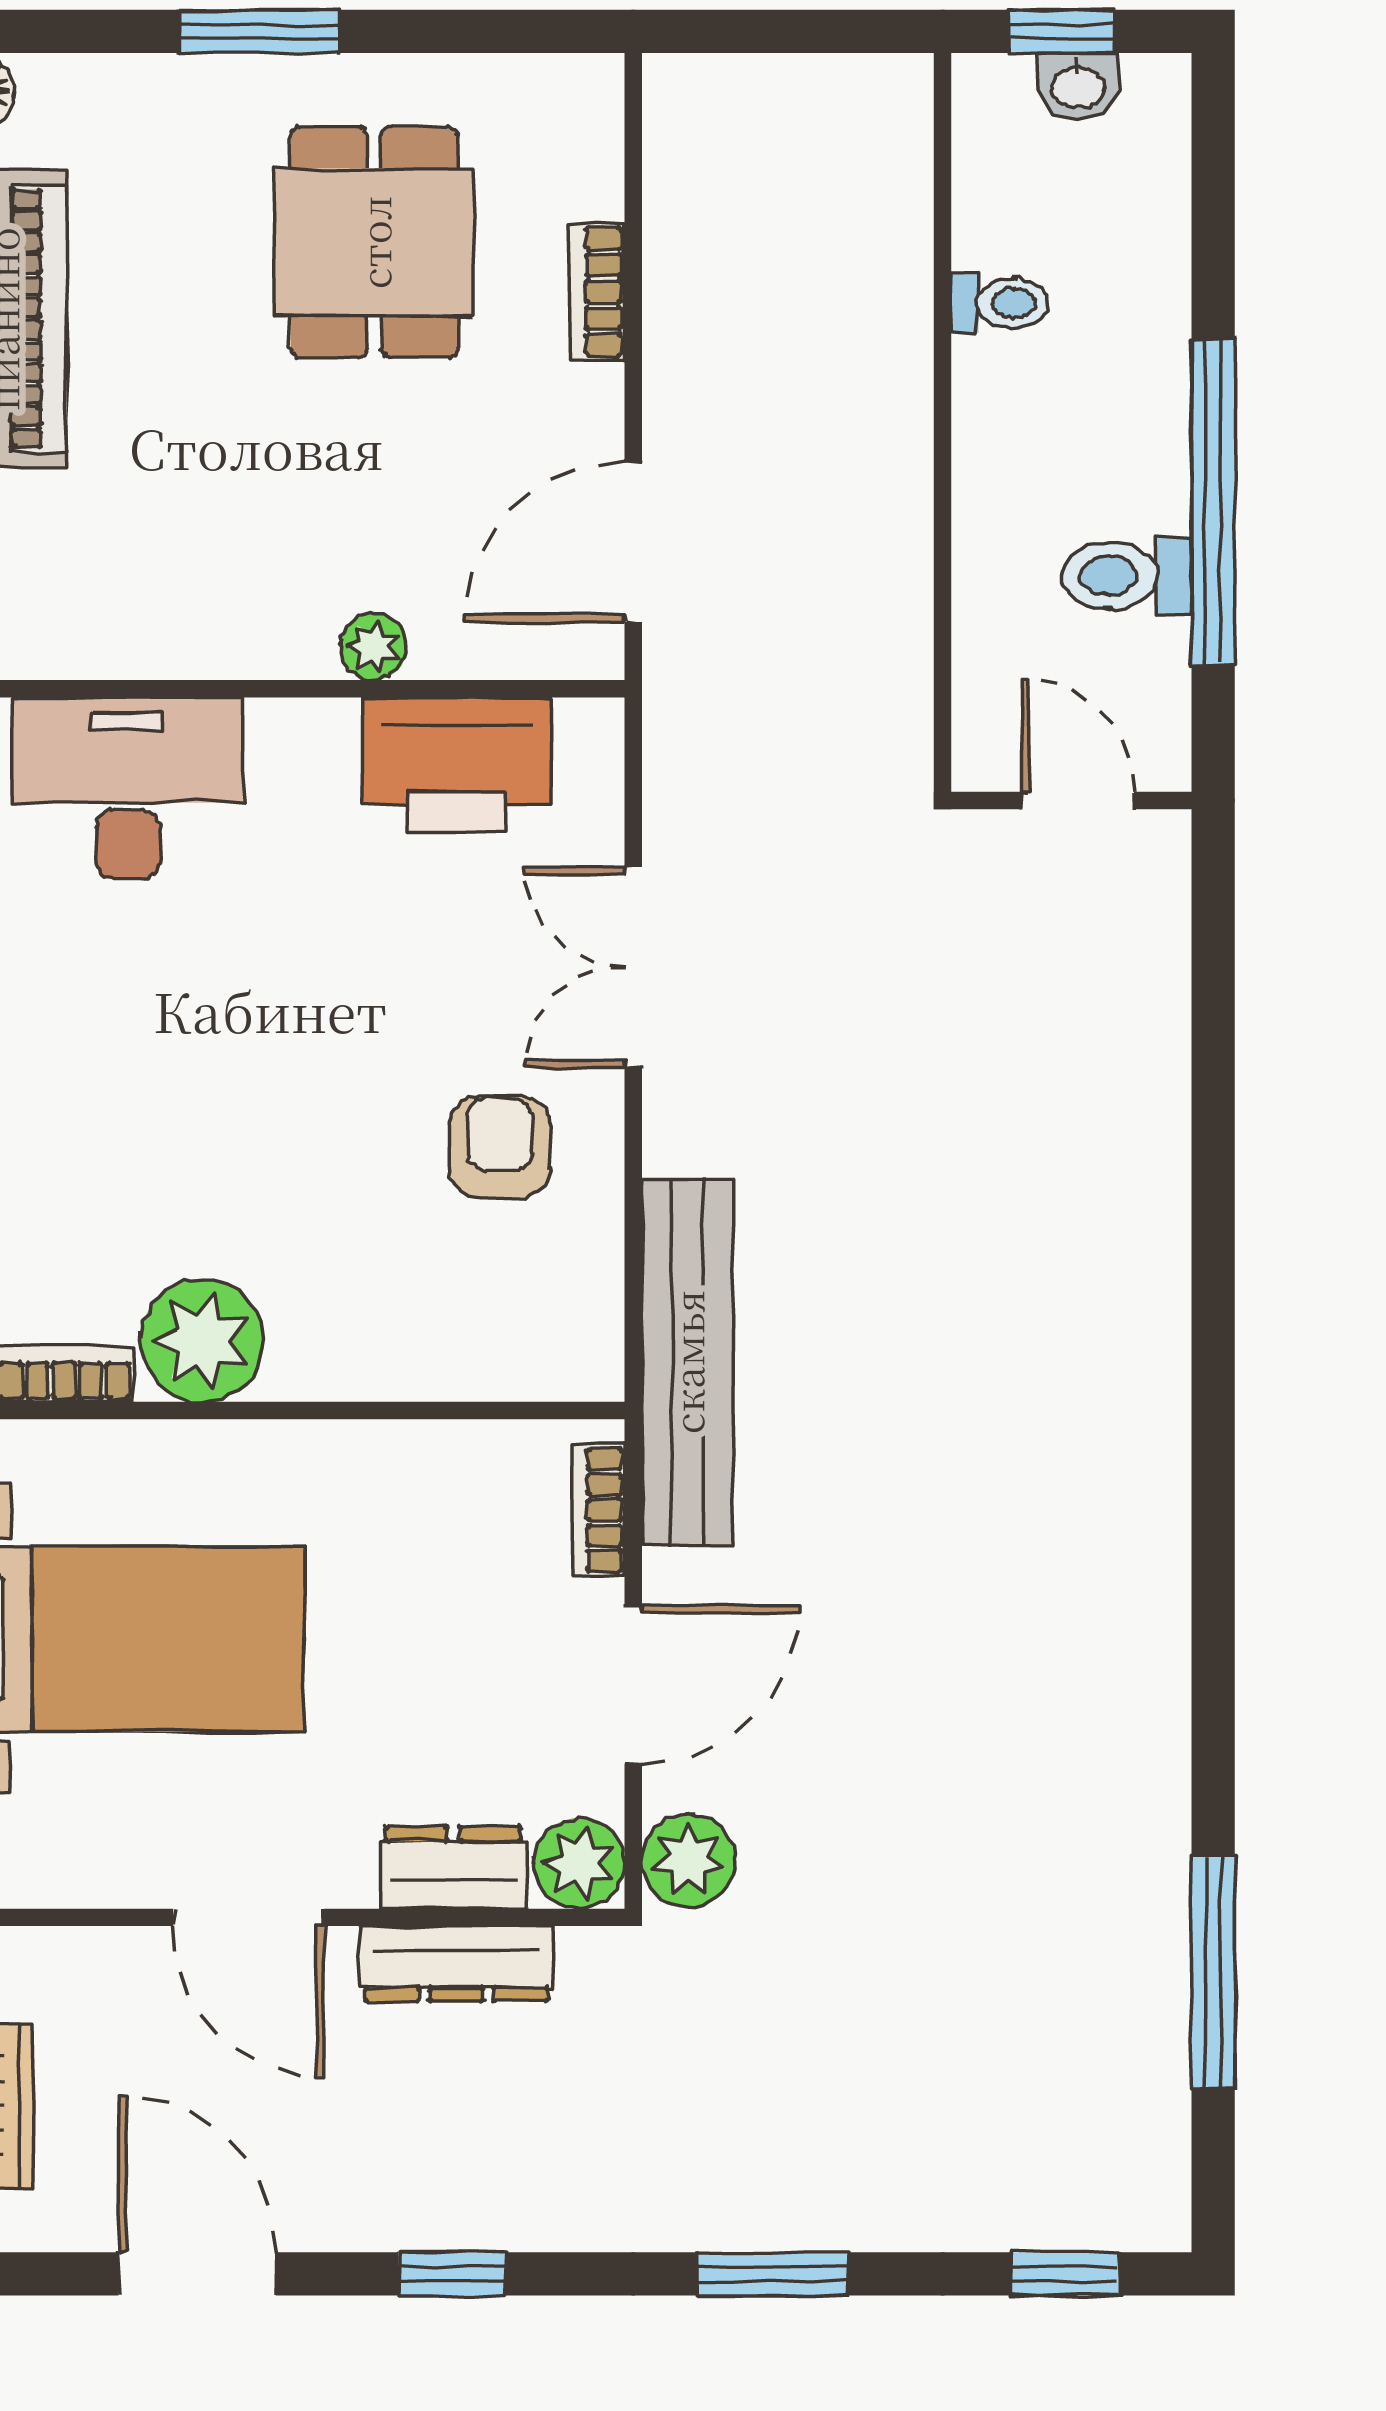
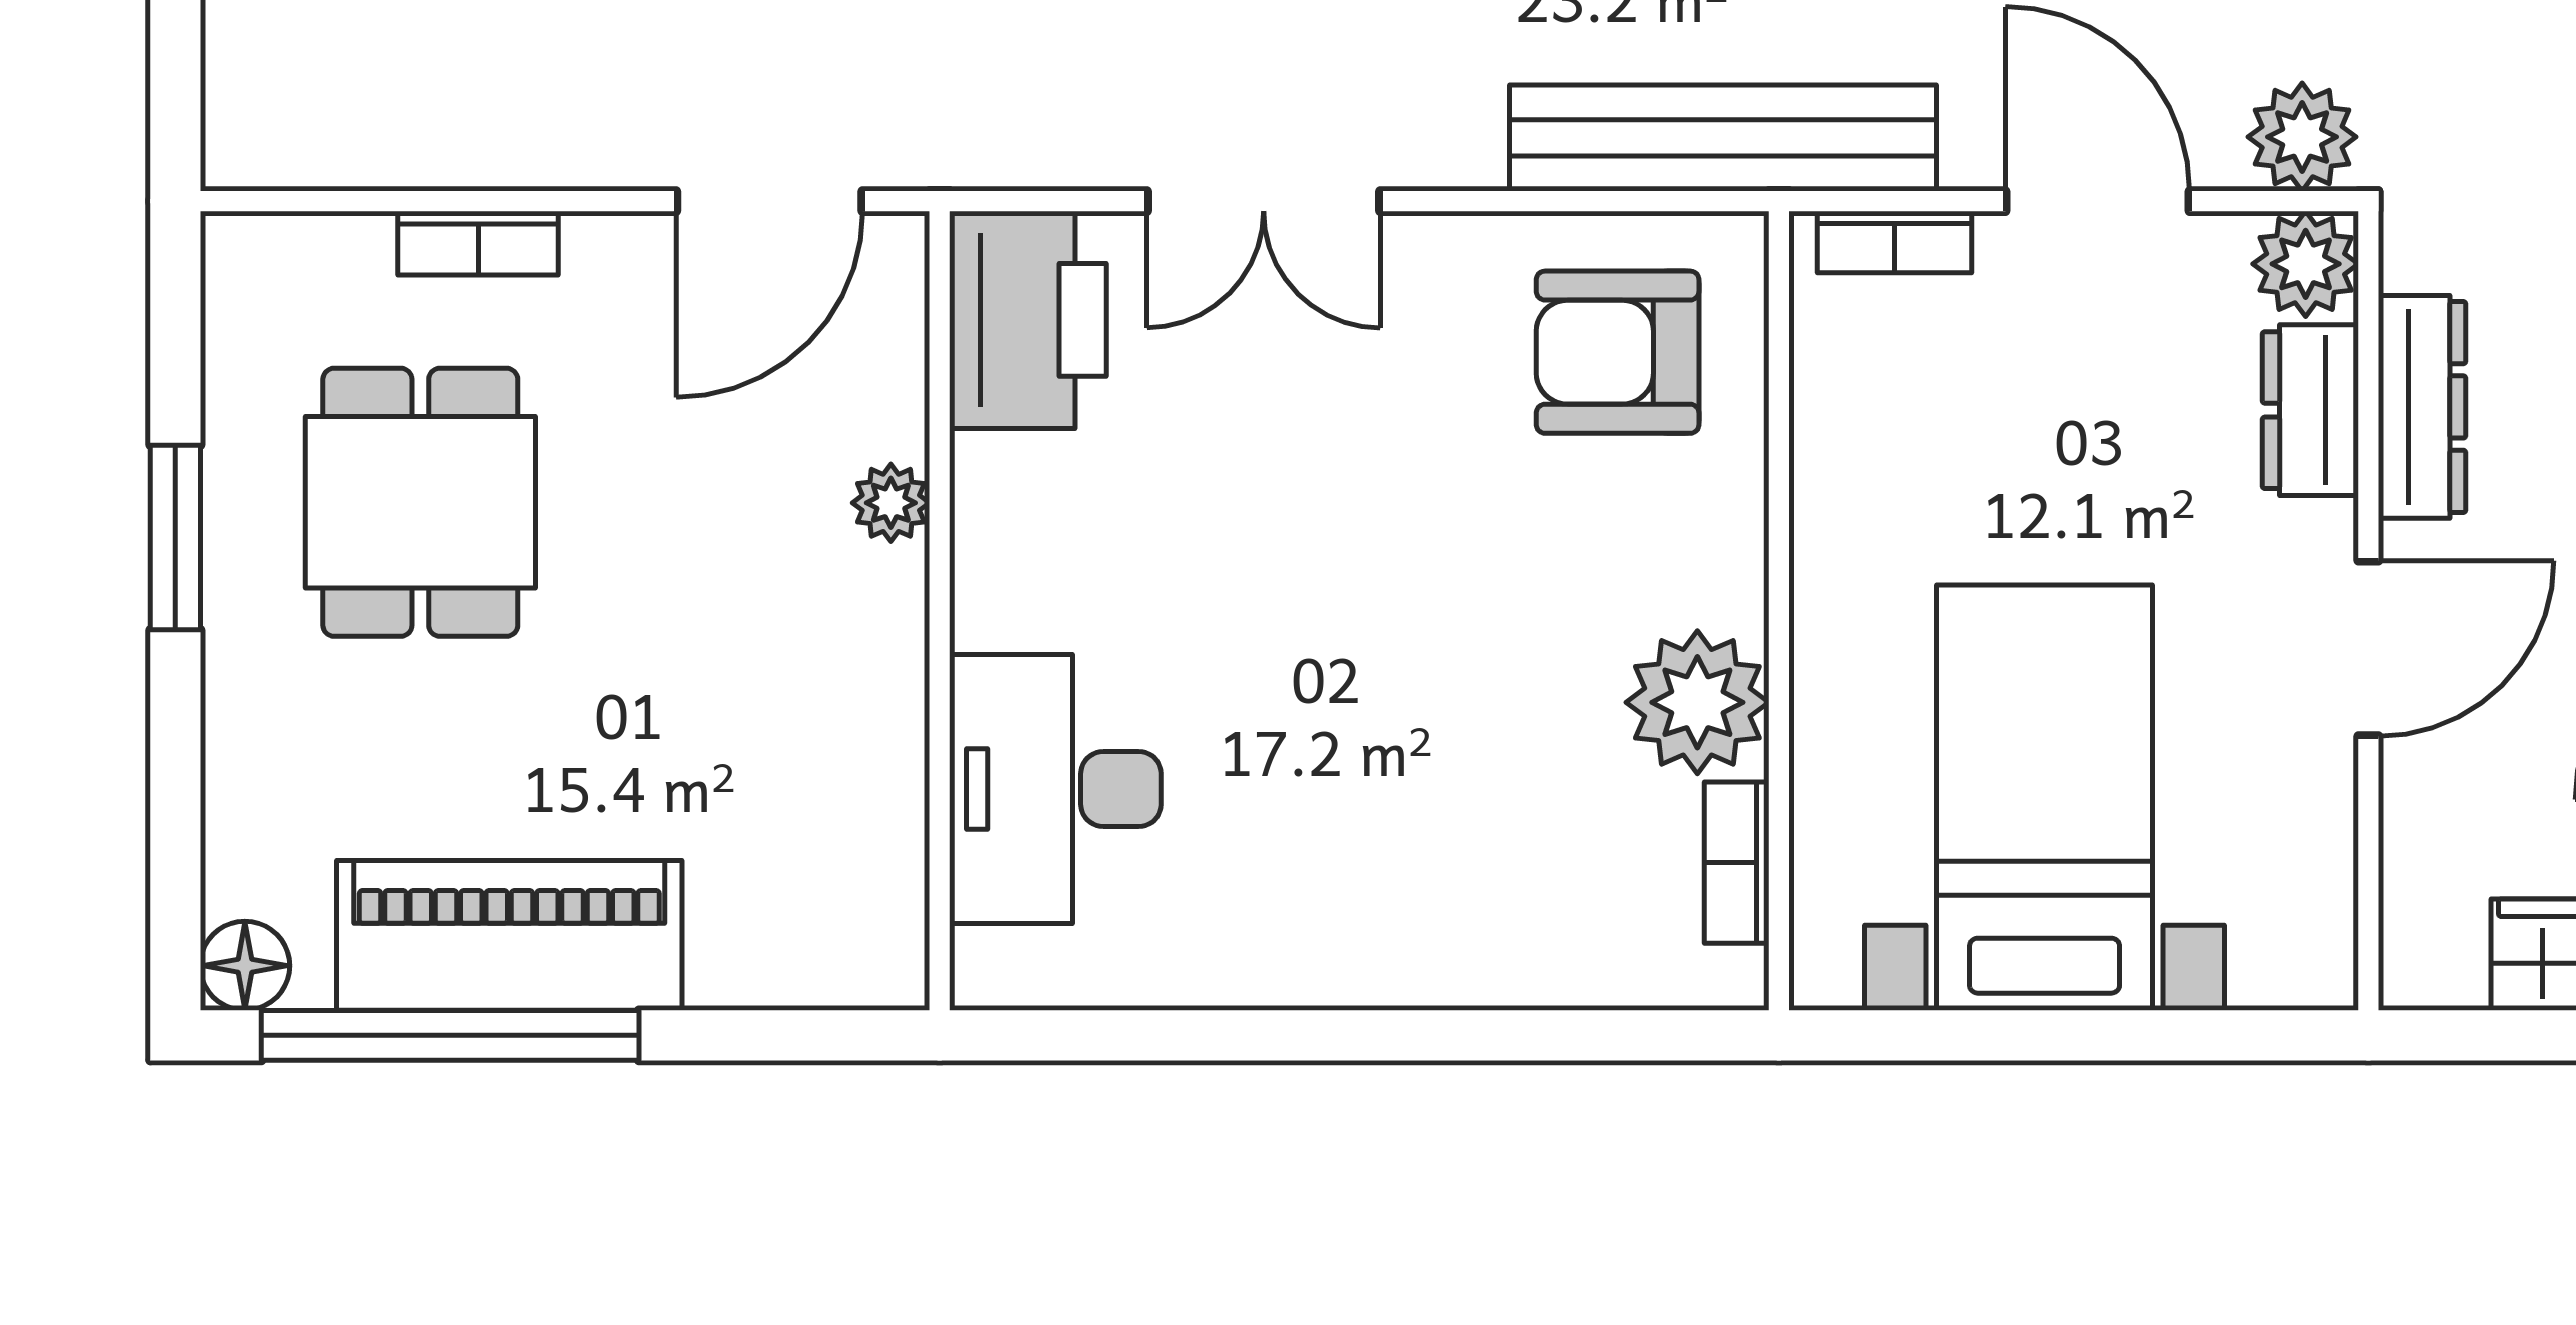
window: (259, 31) -> (175, 537), moved
dining table: (374, 242) -> (420, 502), turned 90
door: (633, 542) -> (769, 201), hinge flipped
printer: (456, 765) -> (1028, 320), moved
armchair: (500, 1147) -> (1618, 352), moved, width x1.38, depth x1.38

